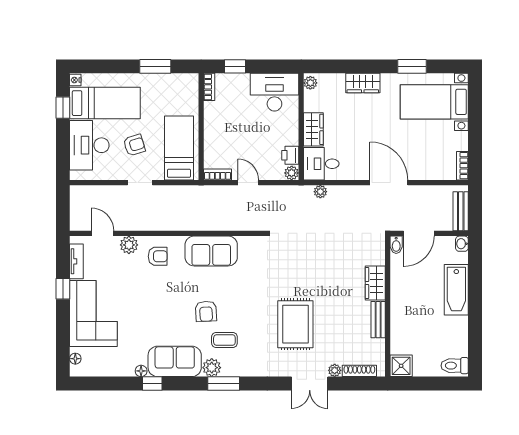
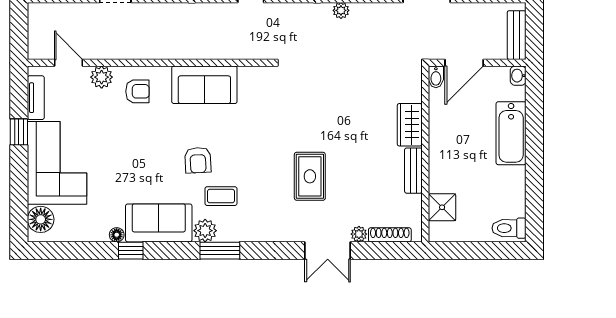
rug: (295, 324) -> (310, 176), width x0.73, depth x0.70
floor lamp: (75, 359) -> (41, 219), width x1.89, depth x1.89
shower: (401, 366) -> (442, 207), moved

